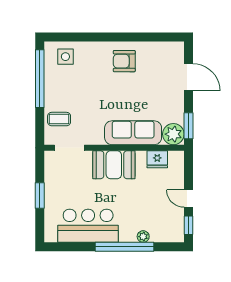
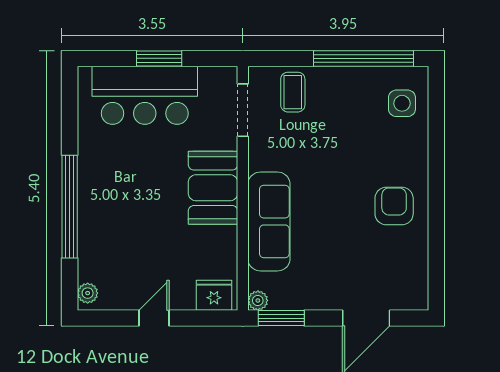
plant: (173, 134) -> (258, 300), width x0.53, depth x0.53
fridge: (157, 159) -> (214, 295), moved, turned 90
window: (188, 225) -> (107, 318), removed
bar counter: (88, 226) -> (145, 95), moved, turned 90
plant: (143, 237) -> (88, 293), moved

